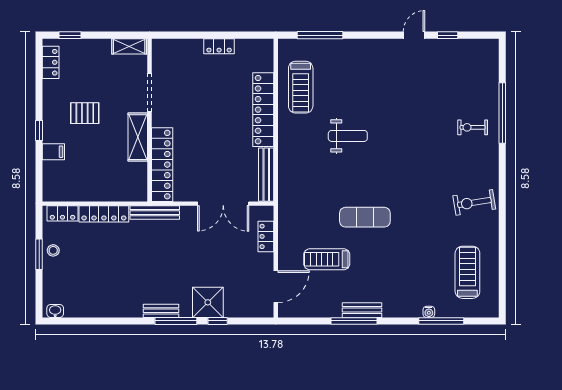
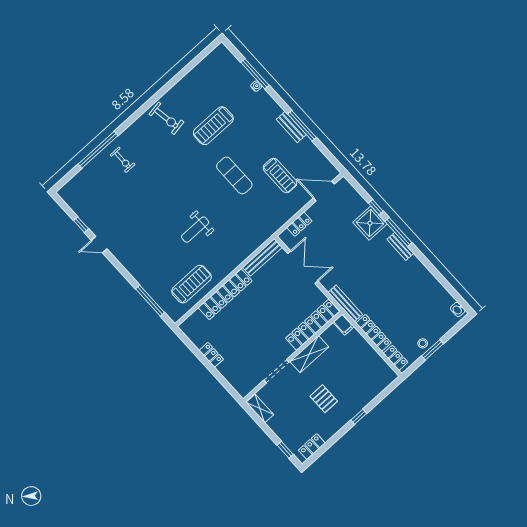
weight bench: (348, 136) -> (195, 230), turned -90
filing cabinet: (53, 152) -> (344, 324), moved, turned 180
treadmill: (467, 272) -> (213, 126), moved

